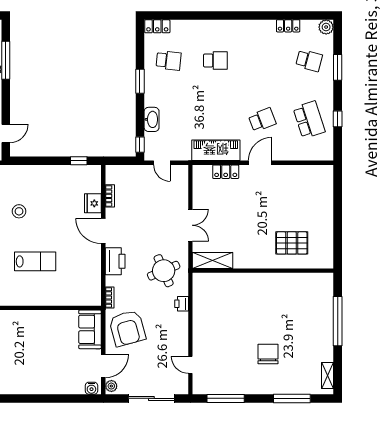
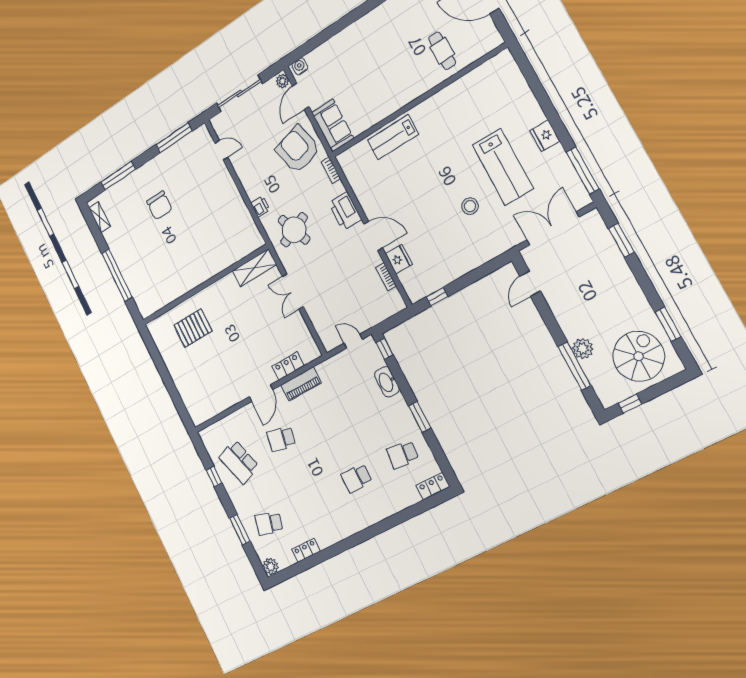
school desk: (262, 120) -> (281, 439), turned 33
piano: (216, 150) -> (301, 384), width x0.73, depth x0.75
lab bench: (35, 261) -> (393, 137), moved

